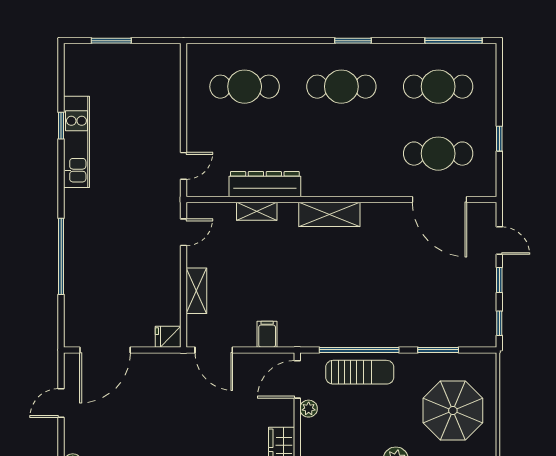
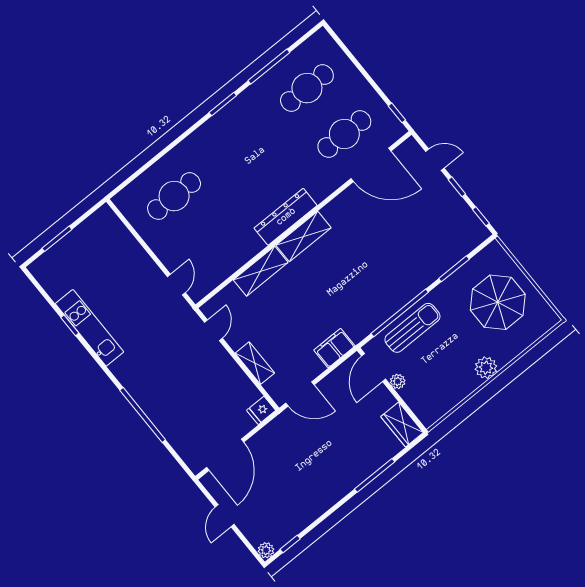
window: (454, 41) -> (269, 67), moved
cafe table: (341, 87) -> (240, 142), removed
window: (499, 139) -> (397, 113), moved
dresser: (265, 184) -> (286, 217), moved
shelving: (257, 211) -> (261, 271), width x1.50, depth x1.33
filing cabinet: (267, 334) -> (334, 348), width x2.00

